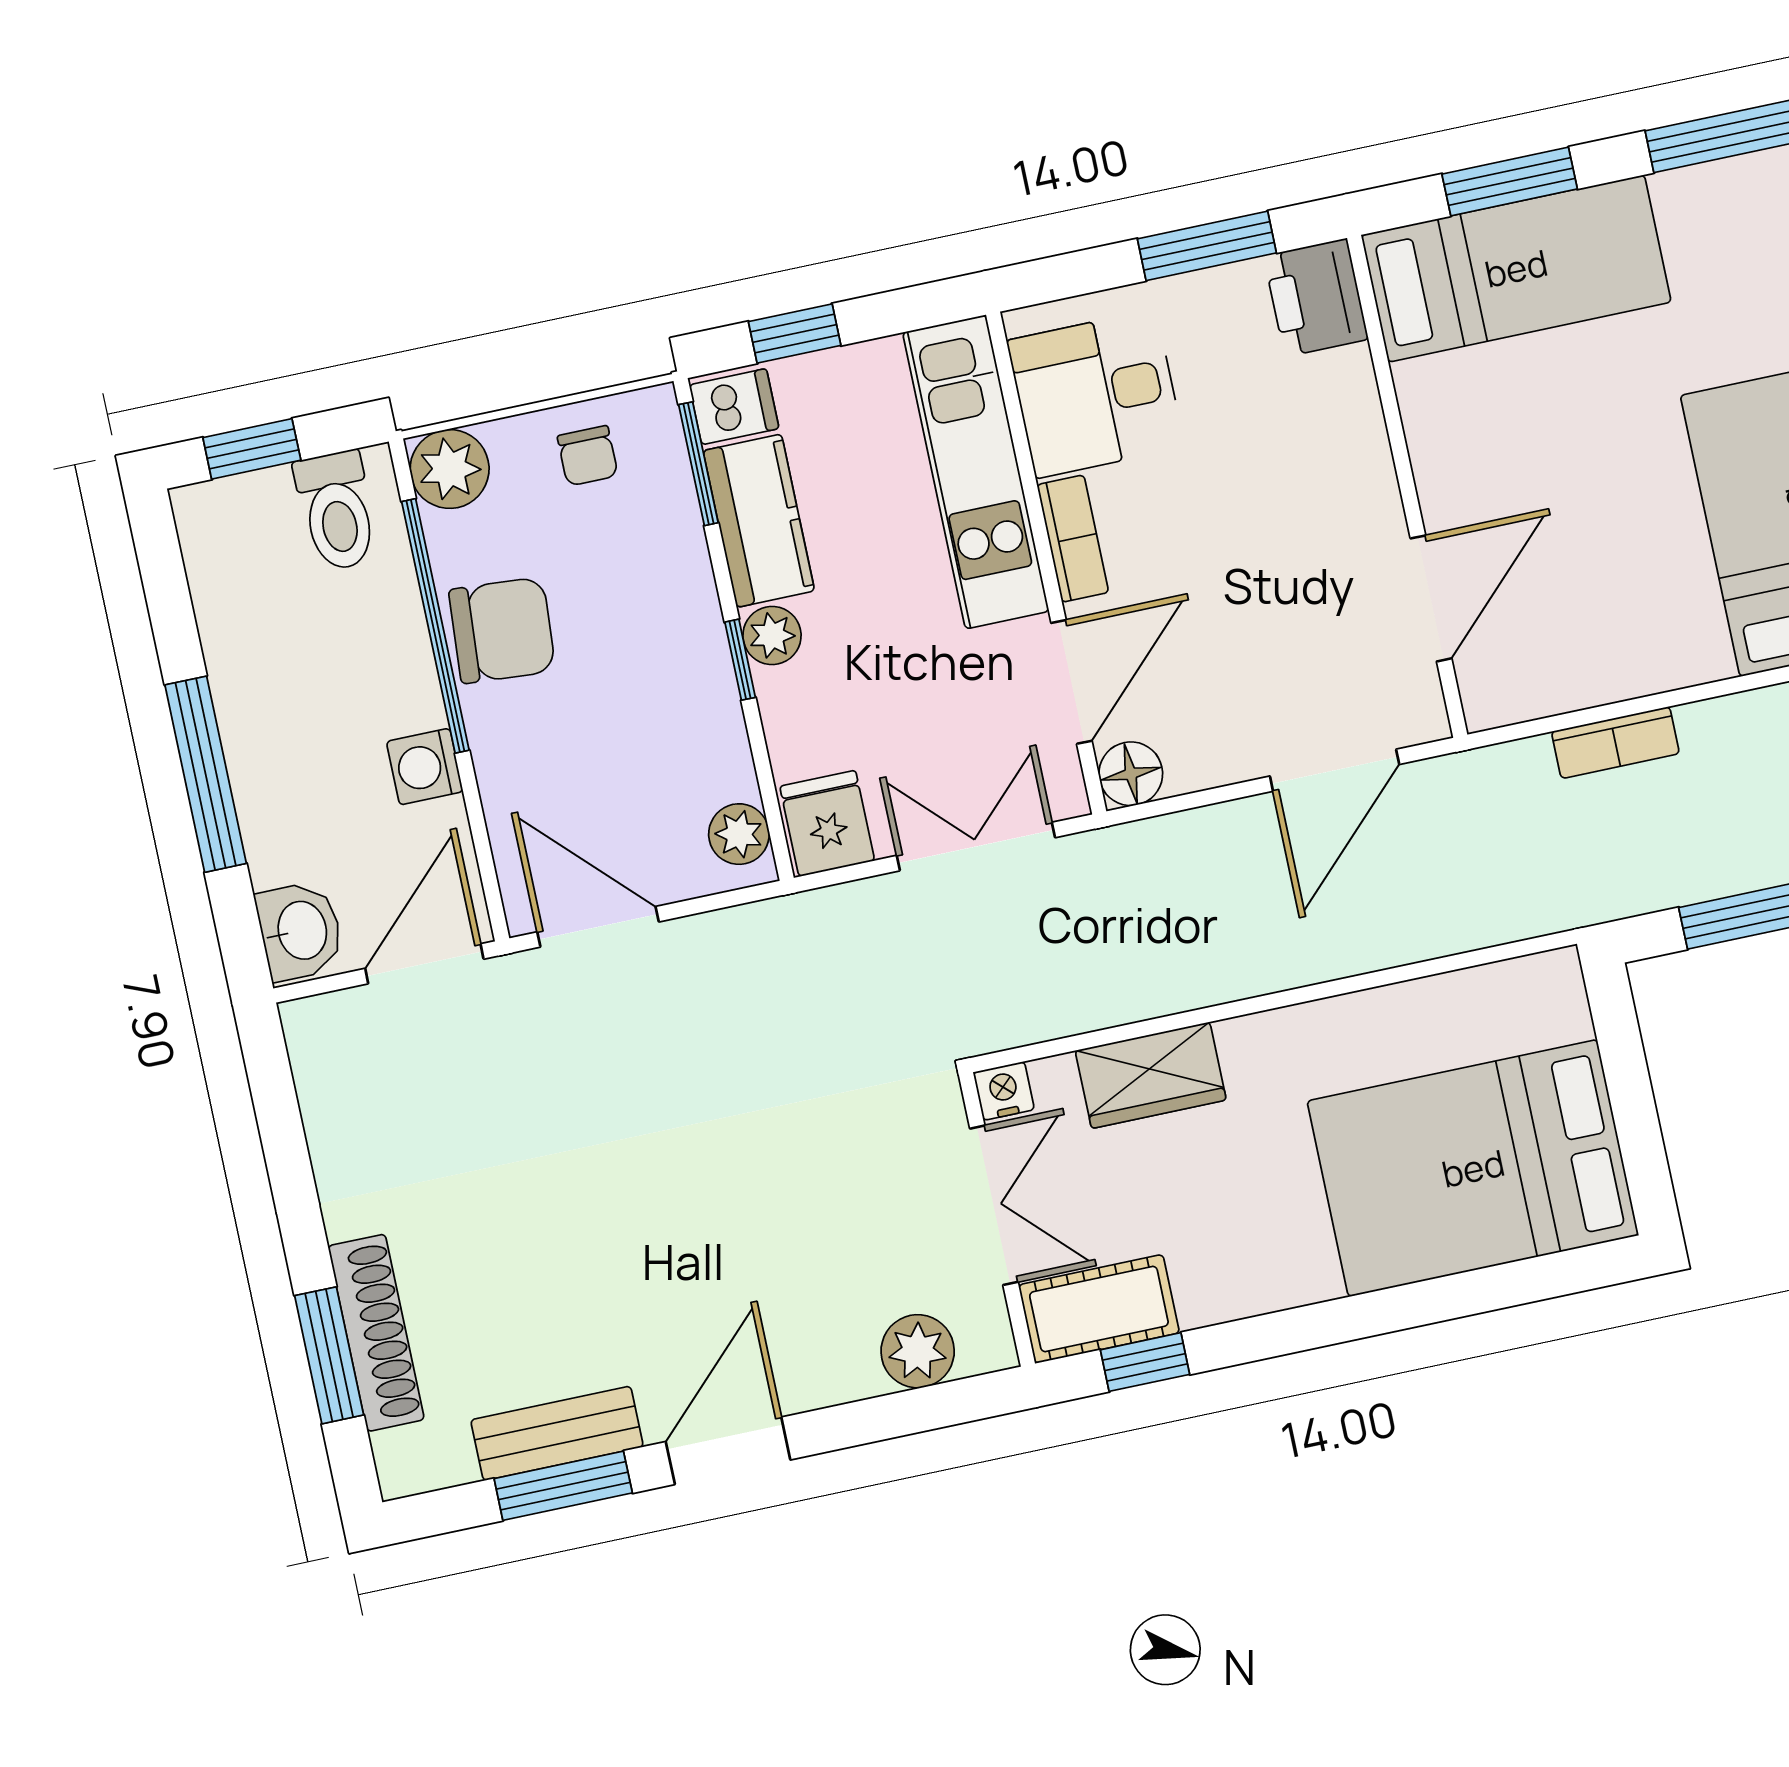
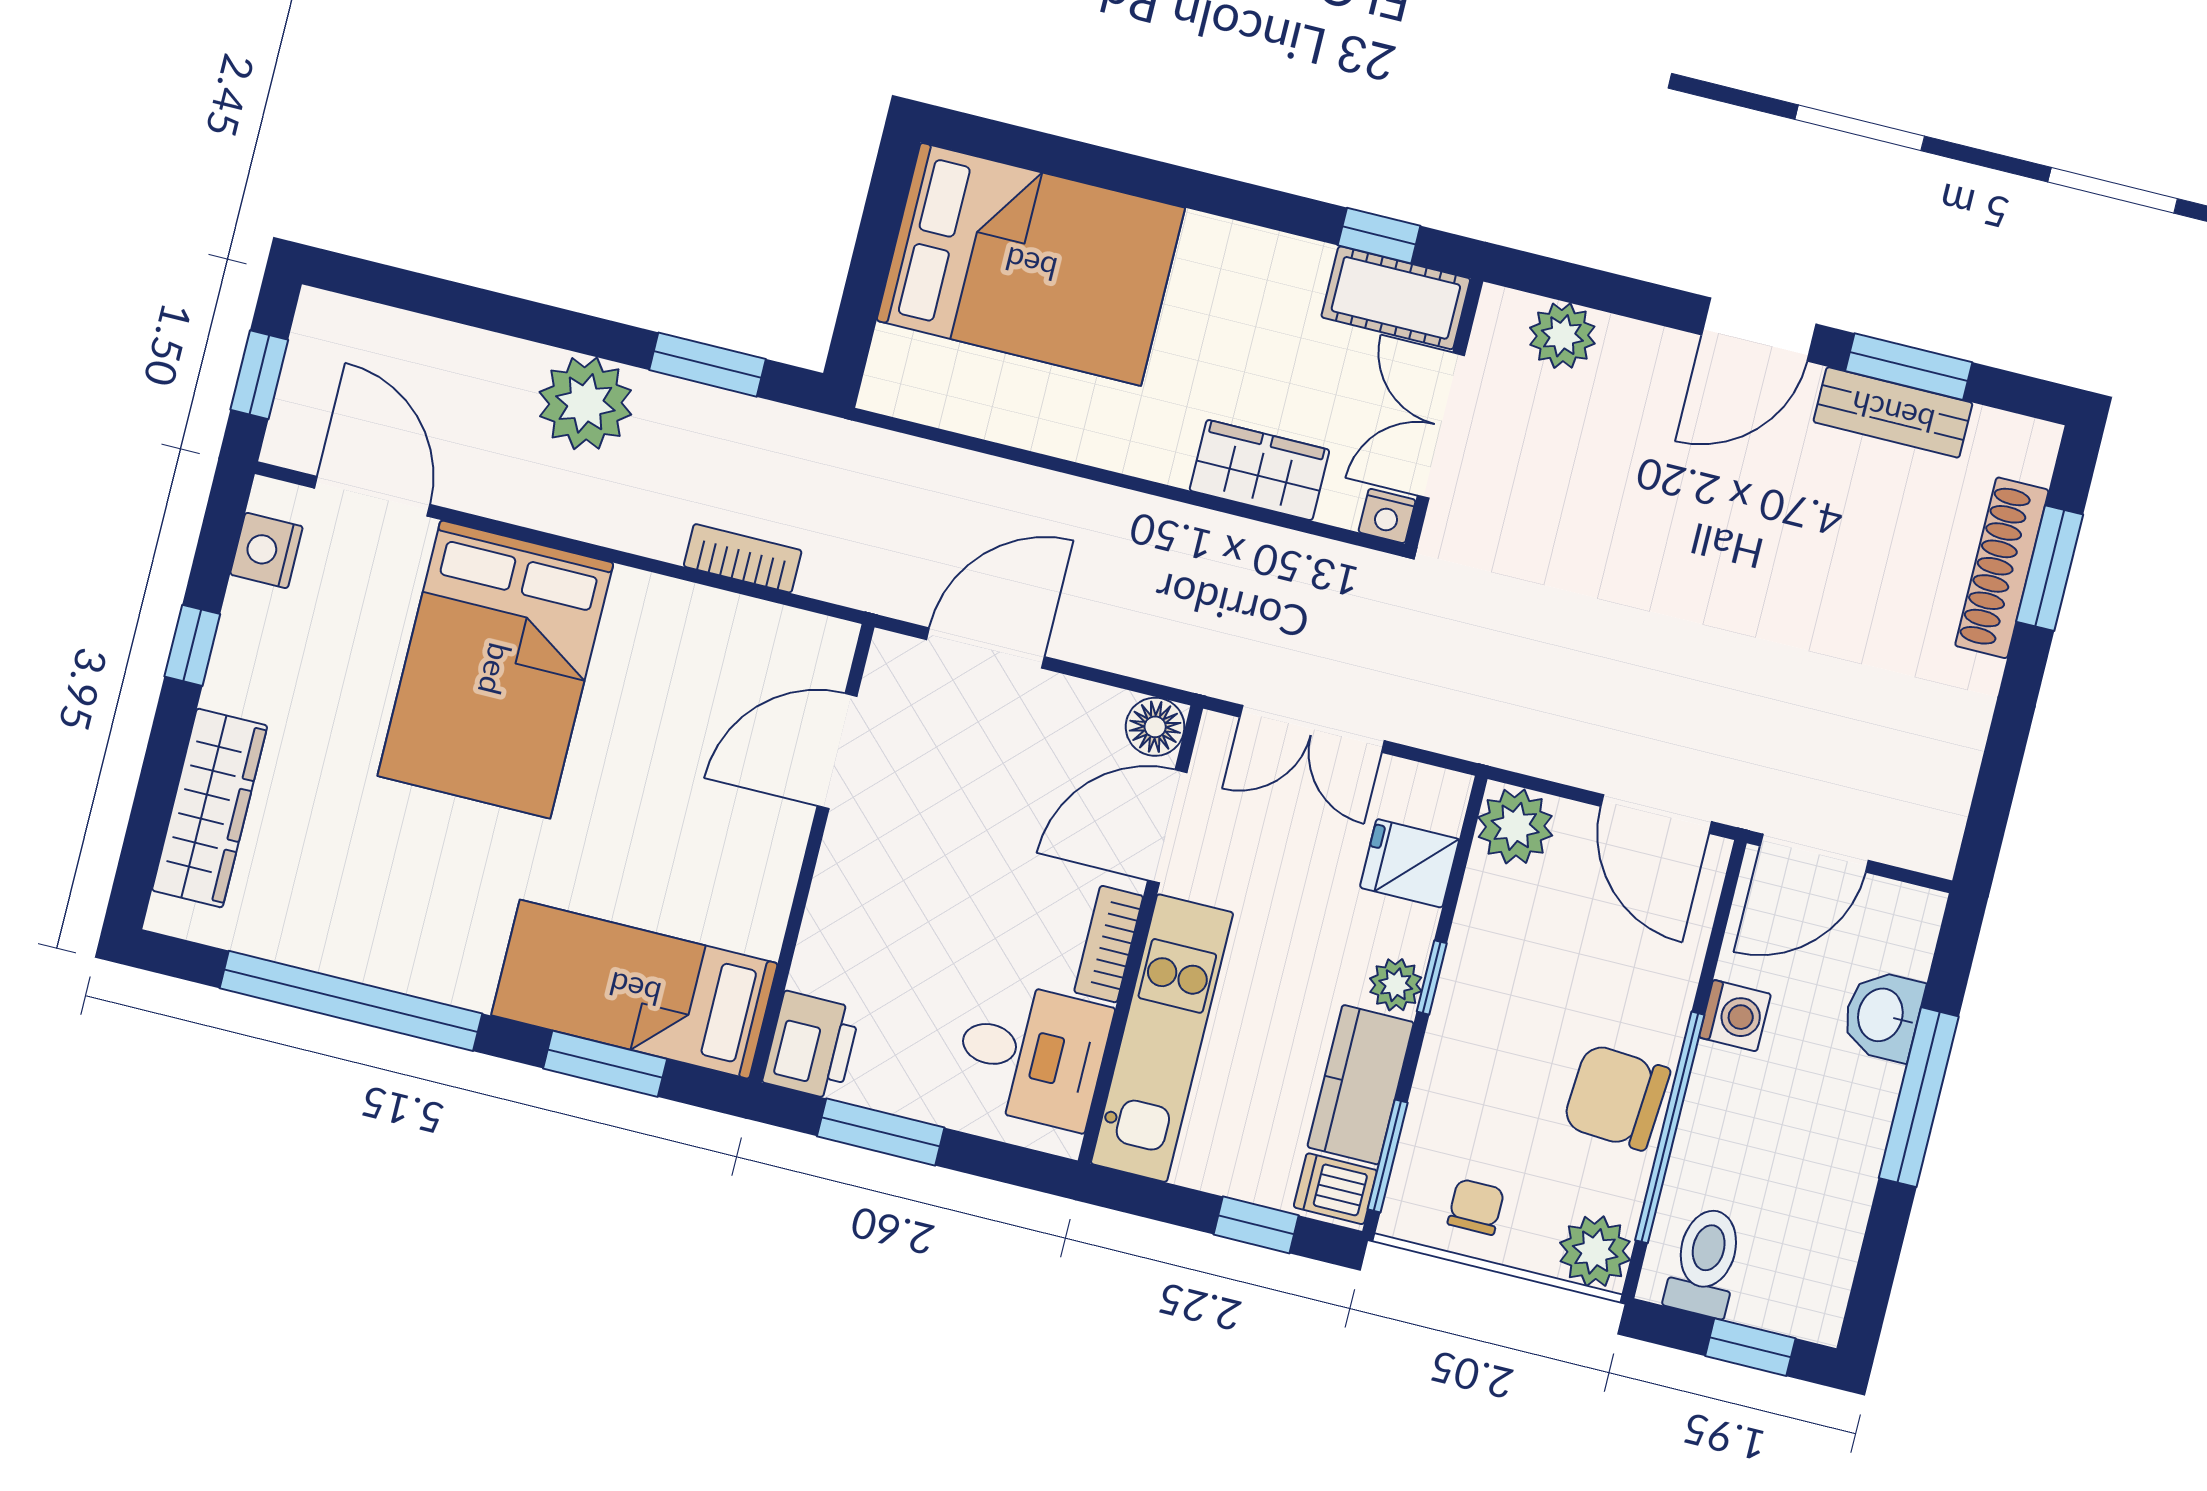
fridge: (827, 823) -> (1409, 863), moved, turned 90
plant: (739, 834) -> (1515, 826), width x1.38, depth x1.38
washbasin: (300, 931) -> (1882, 1015), moved

